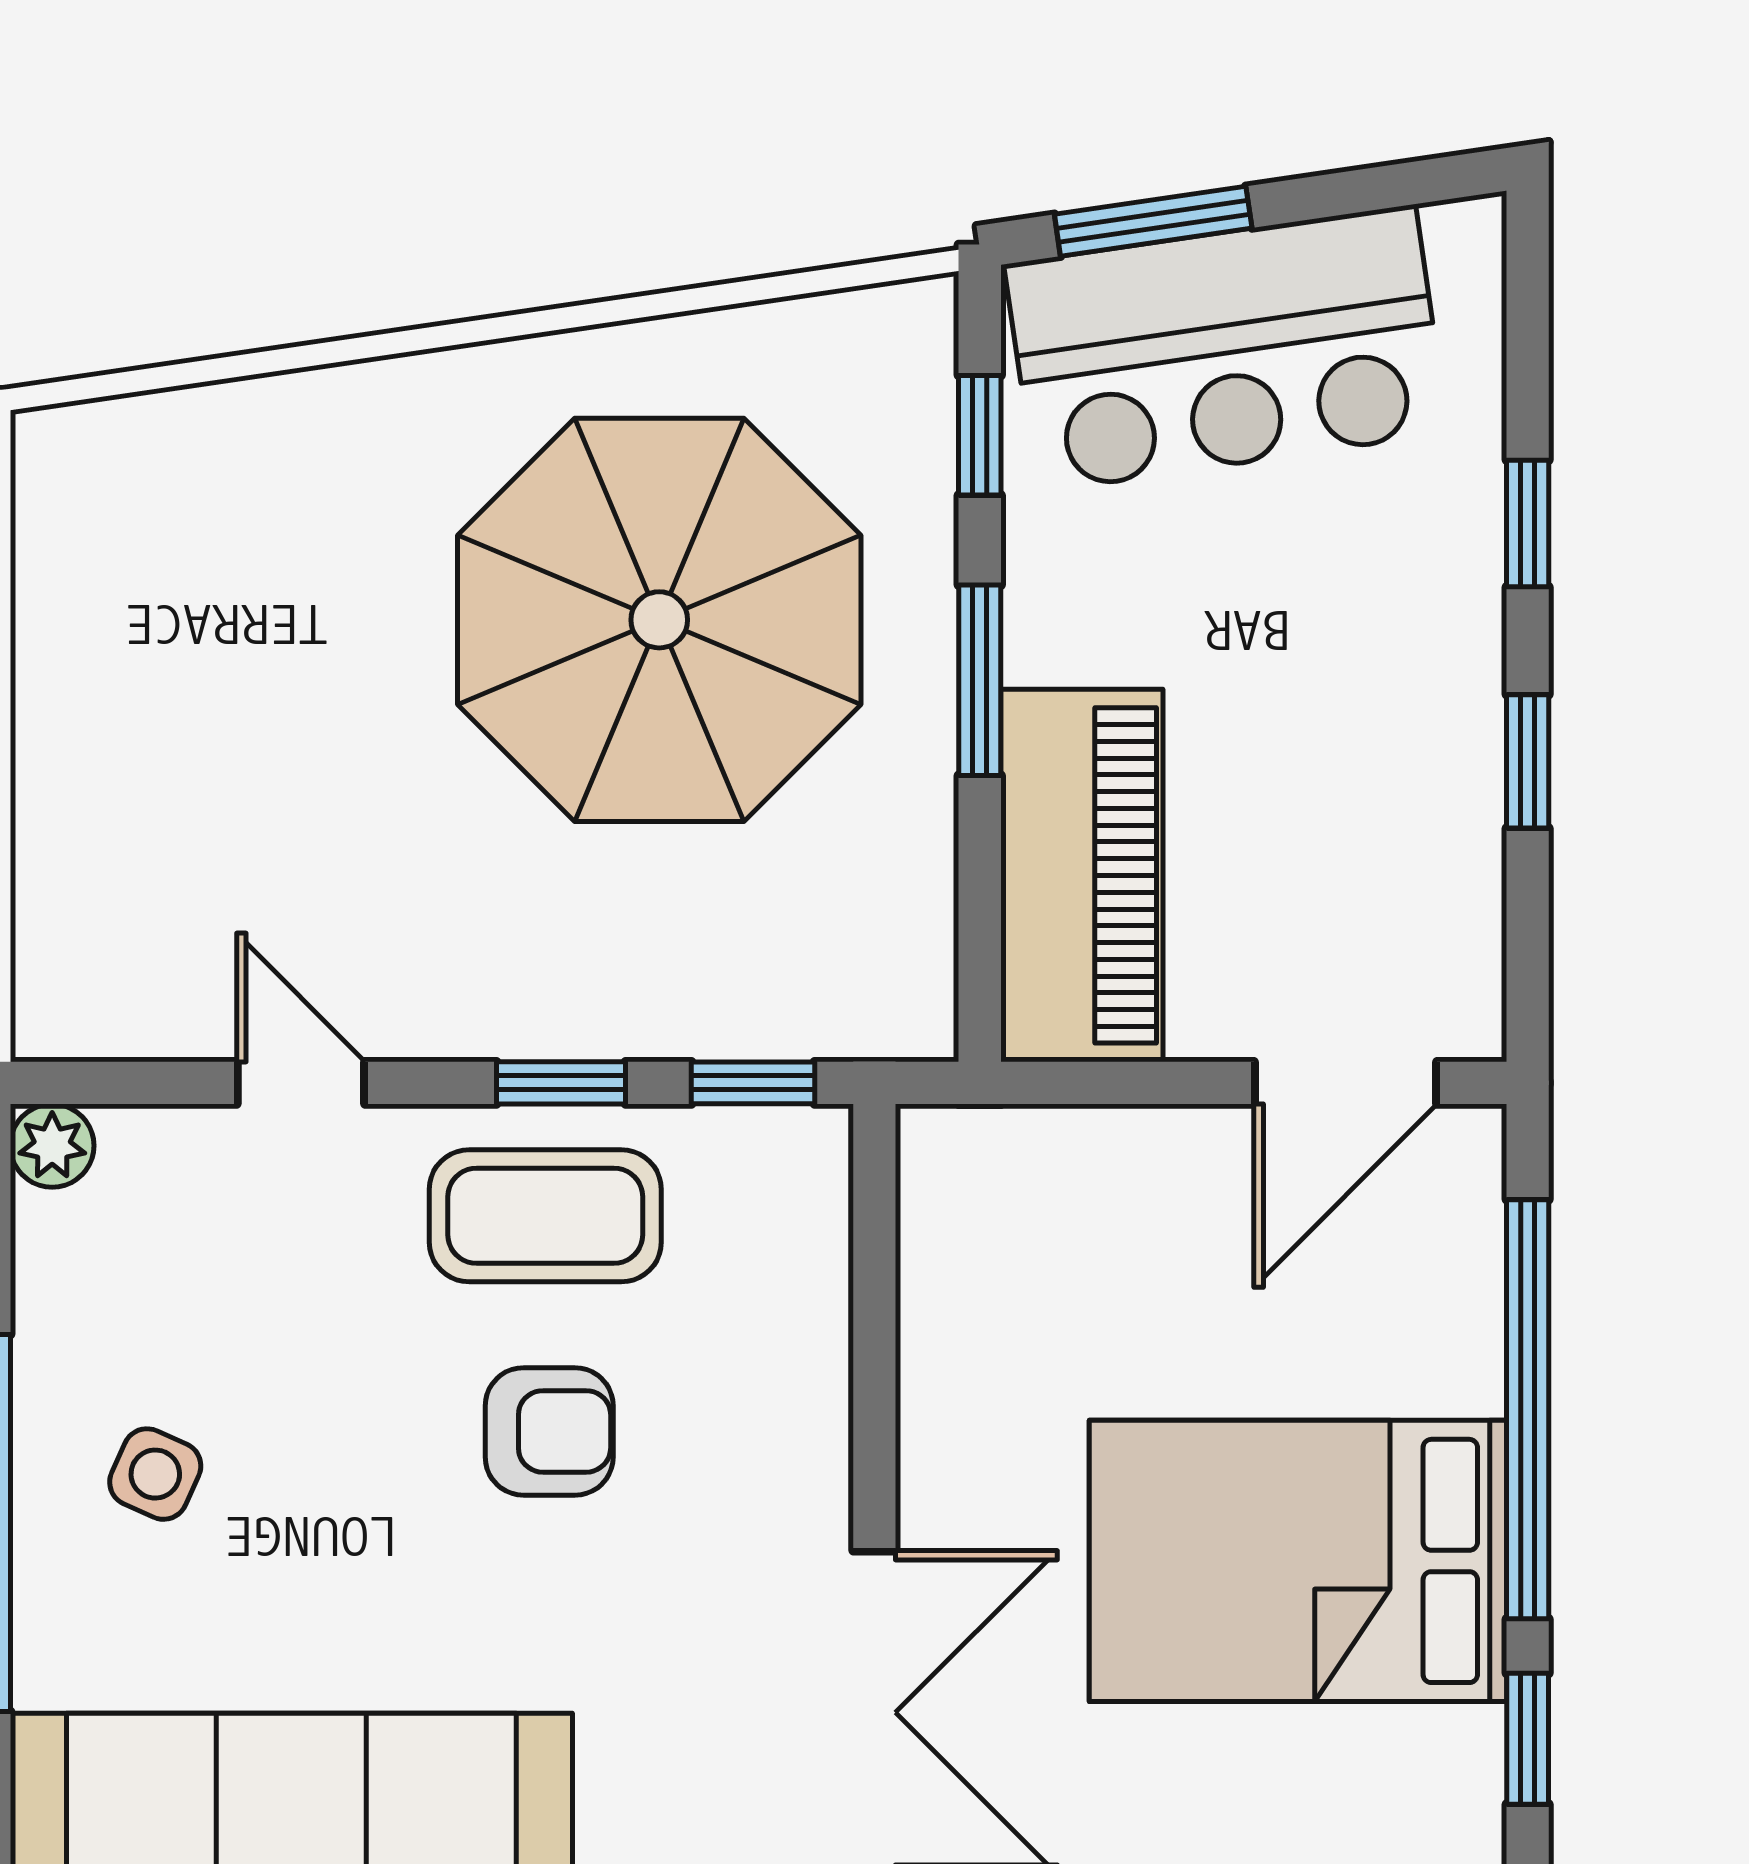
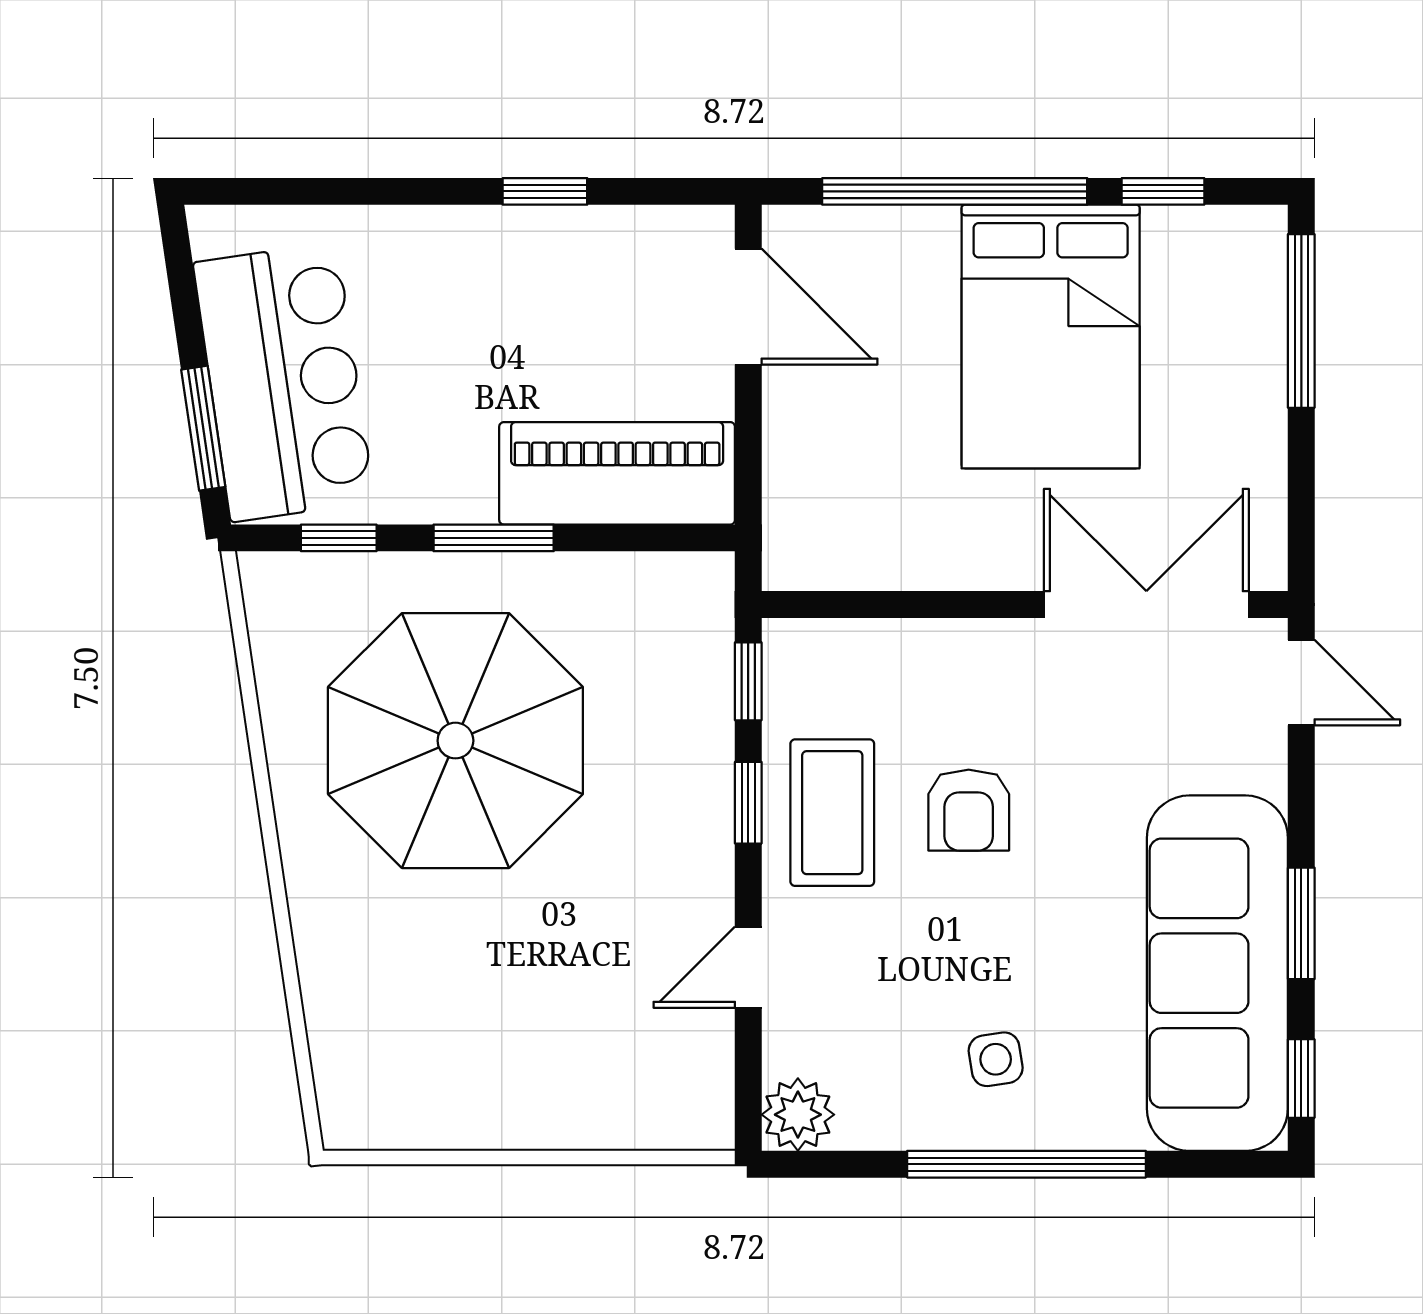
window: (1528, 524) -> (395, 191), removed
plant: (52, 1146) -> (798, 1115), width x1.38, depth x1.38
armchair: (549, 1431) -> (969, 810), turned 180
side table: (155, 1474) -> (996, 1059), turned -33

